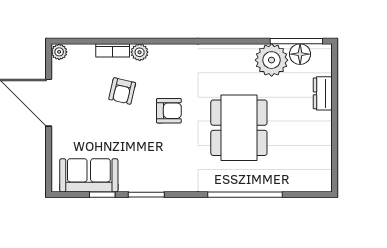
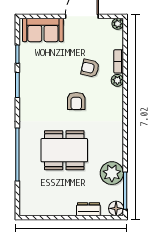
floor lamp: (300, 54) -> (116, 208), moved
sofa: (89, 175) -> (43, 30), moved, turned 90

